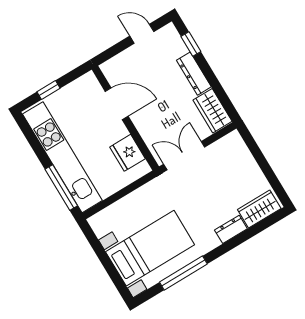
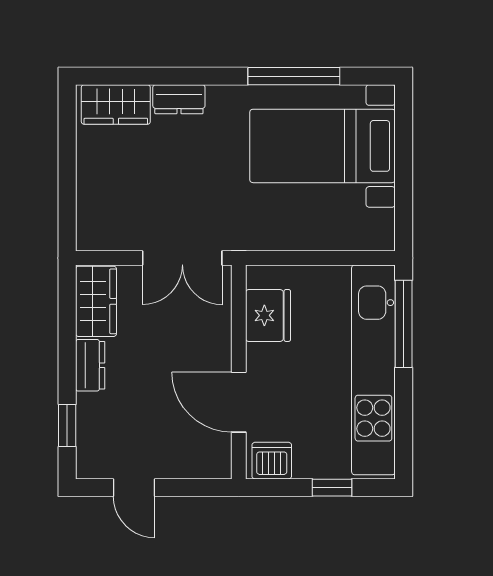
dresser: (194, 74) -> (90, 365), width x0.70
dishwasher: (85, 86) -> (272, 461), added

